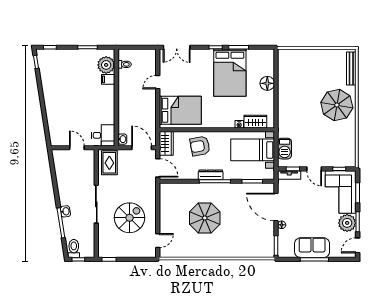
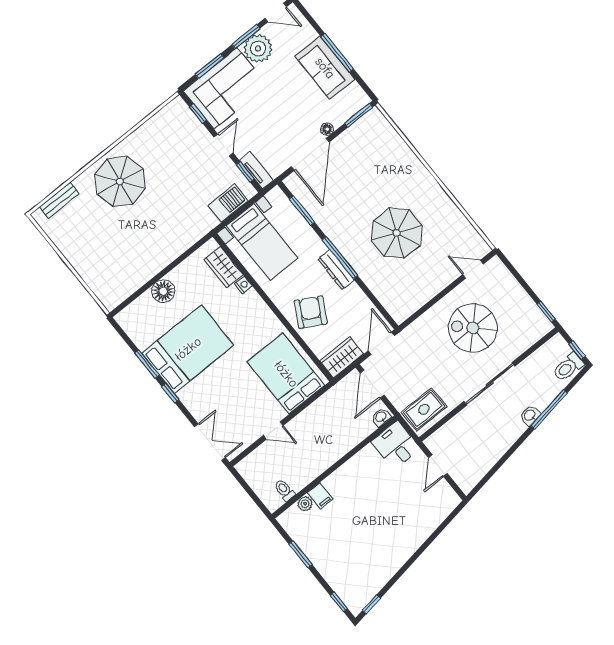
plant: (106, 65) -> (305, 504), width x0.53, depth x0.53
bench: (351, 68) -> (59, 200), width x0.73
armchair: (200, 146) -> (311, 312), turned -140

